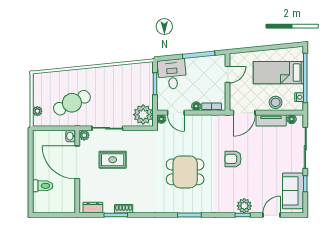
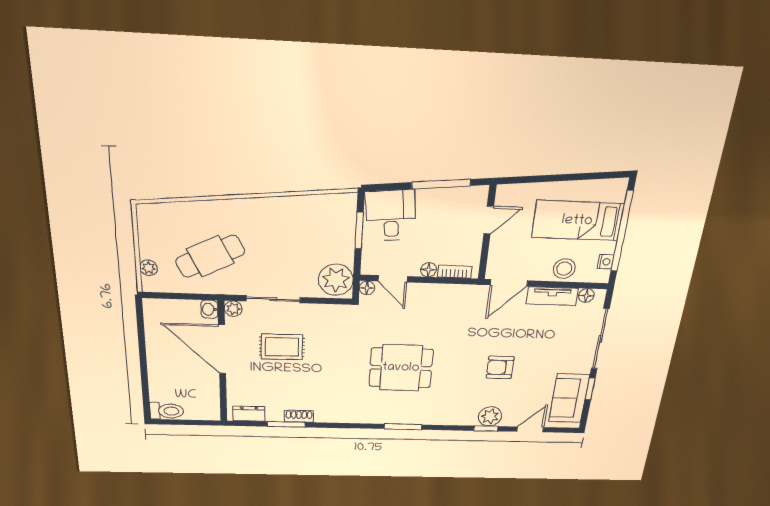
armchair: (233, 159) -> (500, 367), moved
toilet: (43, 186) -> (167, 411), moved

